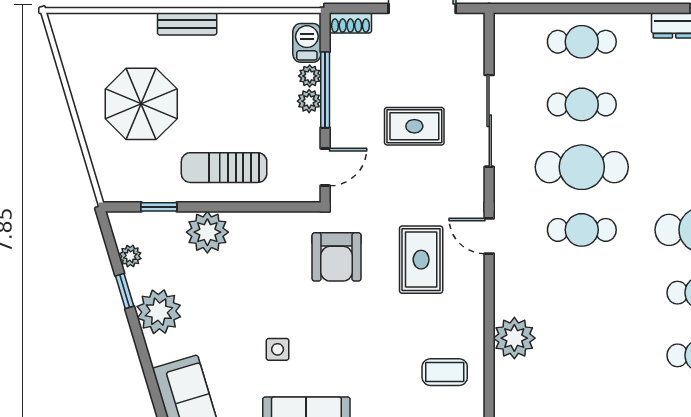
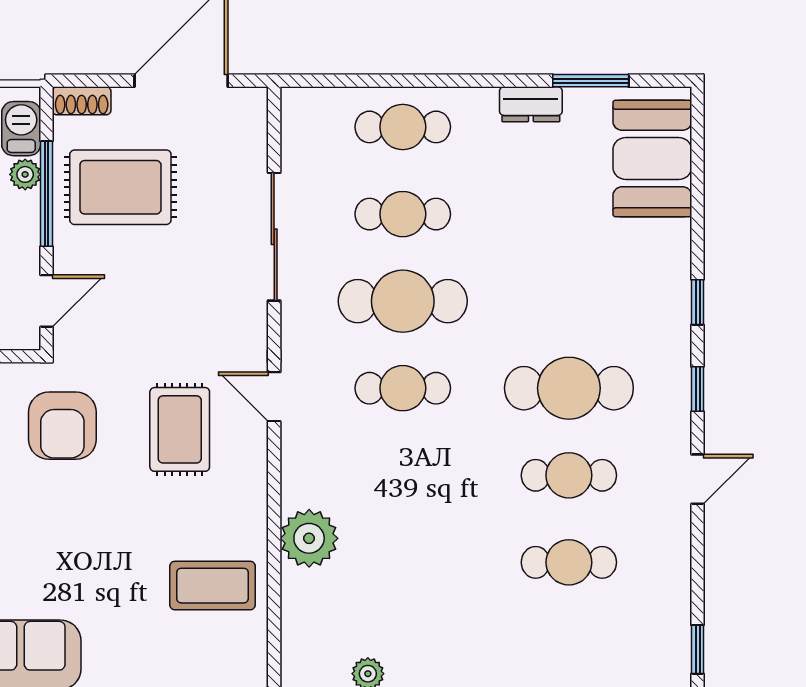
plant: (309, 101) -> (24, 209), removed
rug: (414, 126) -> (120, 187), moved, width x1.36, depth x1.43
coffee table: (445, 372) -> (213, 586), width x1.36, depth x1.30

